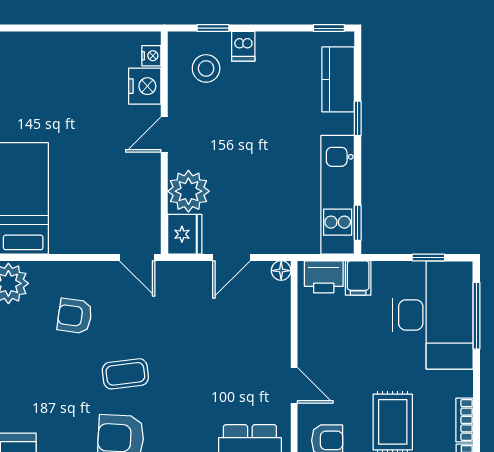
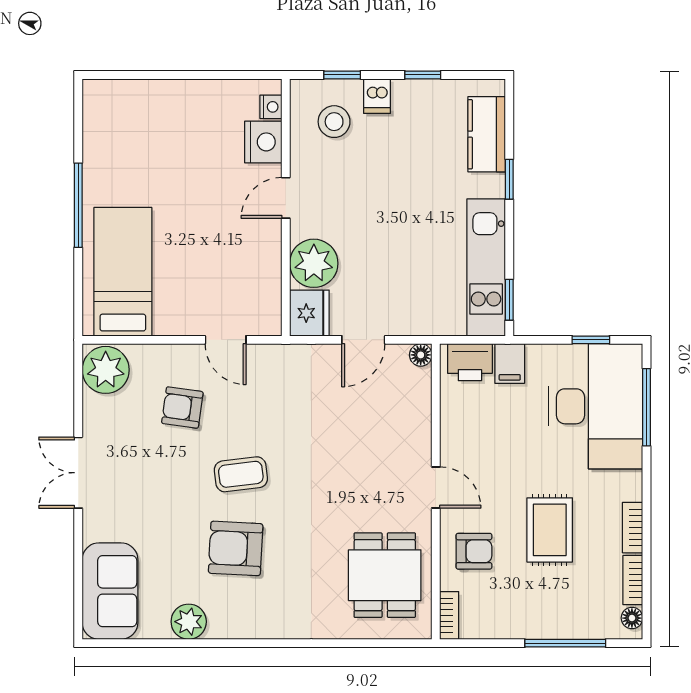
window: (329, 28) -> (423, 75), moved
door: (137, 257) -> (226, 340), moved

